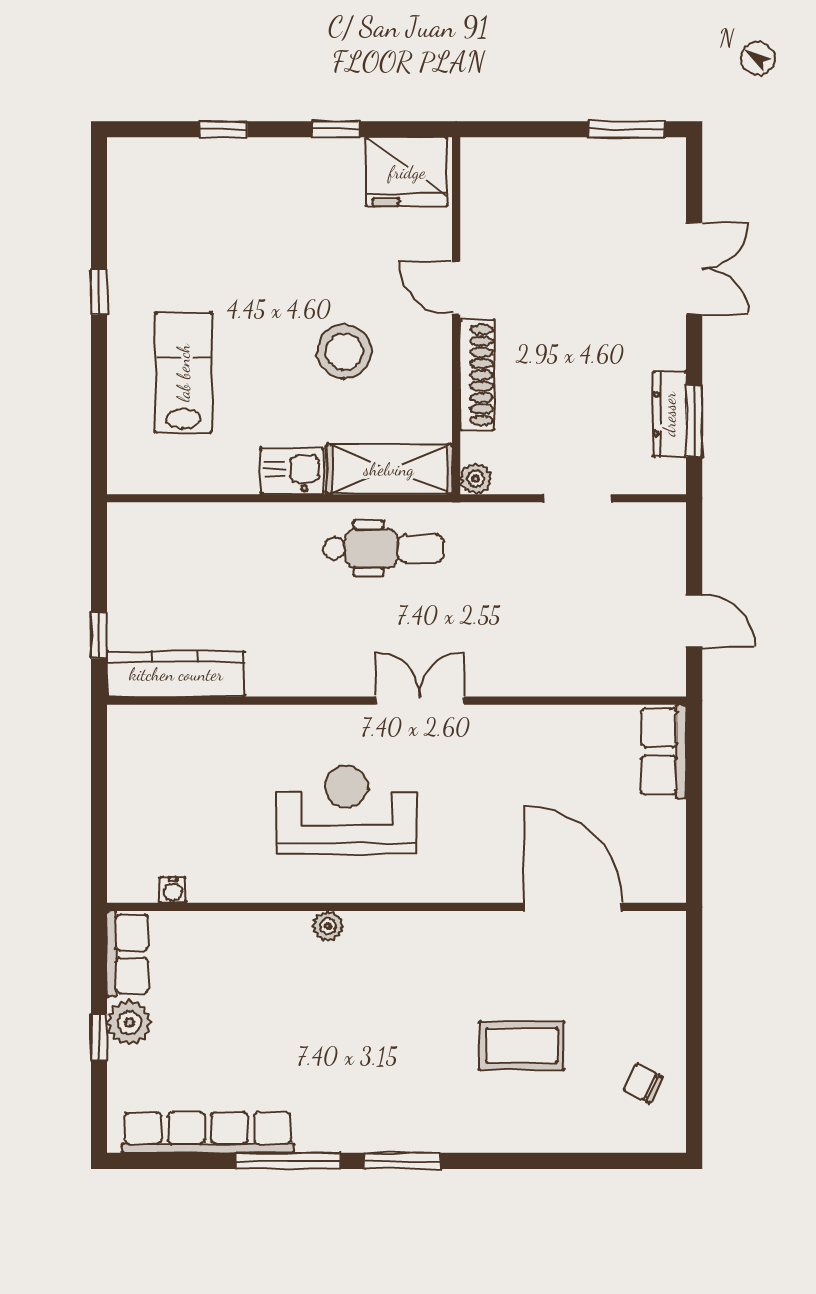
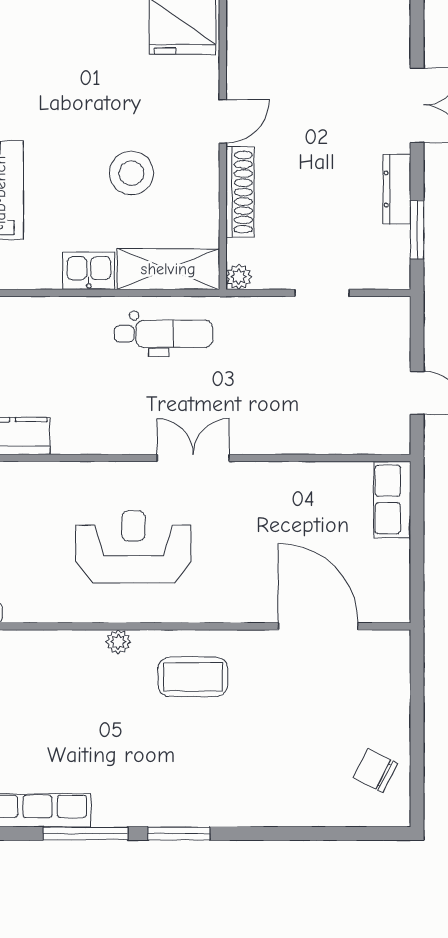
door: (456, 288) -> (223, 121), swing flipped
dresser: (669, 414) -> (397, 189), moved
coffee table: (522, 1045) -> (193, 677), moved
chair: (643, 1084) -> (375, 770), width x1.37, depth x1.37

